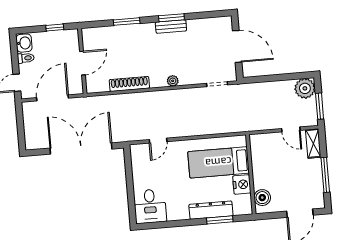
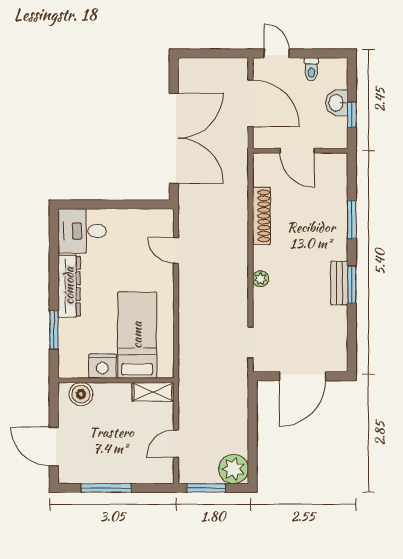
washbasin: (24, 43) -> (337, 103), moved, turned 90
shelving: (313, 143) -> (153, 392), moved
dresser: (211, 210) -> (69, 286), moved

